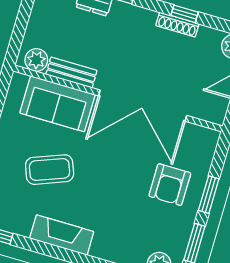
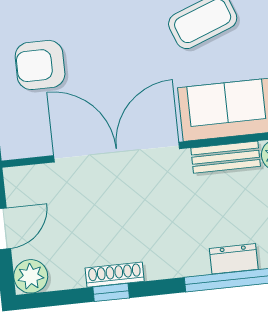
armchair: (170, 185) -> (40, 65), turned -90

